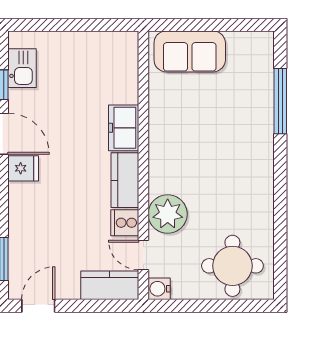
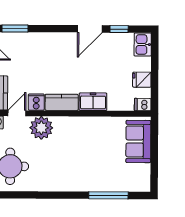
dishwasher: (128, 45) -> (143, 105), added
kitchen sink: (22, 68) -> (143, 45), moved, turned 90
fridge: (23, 168) -> (142, 80), moved, turned 90

